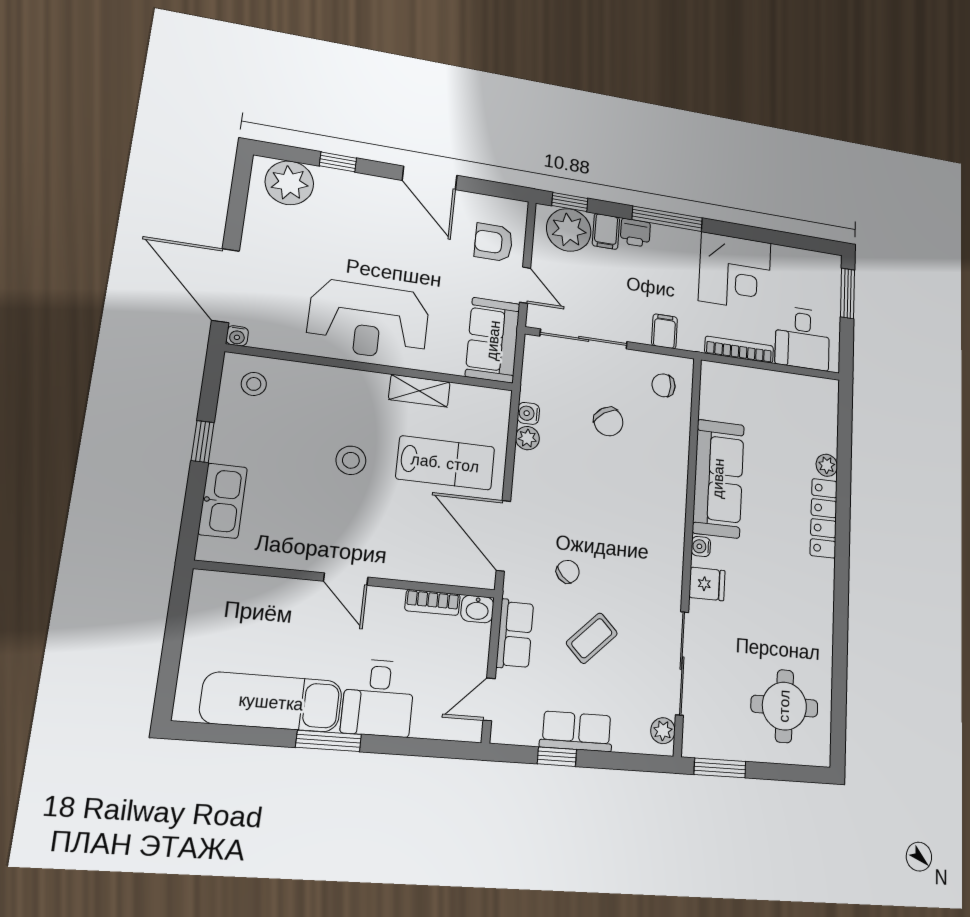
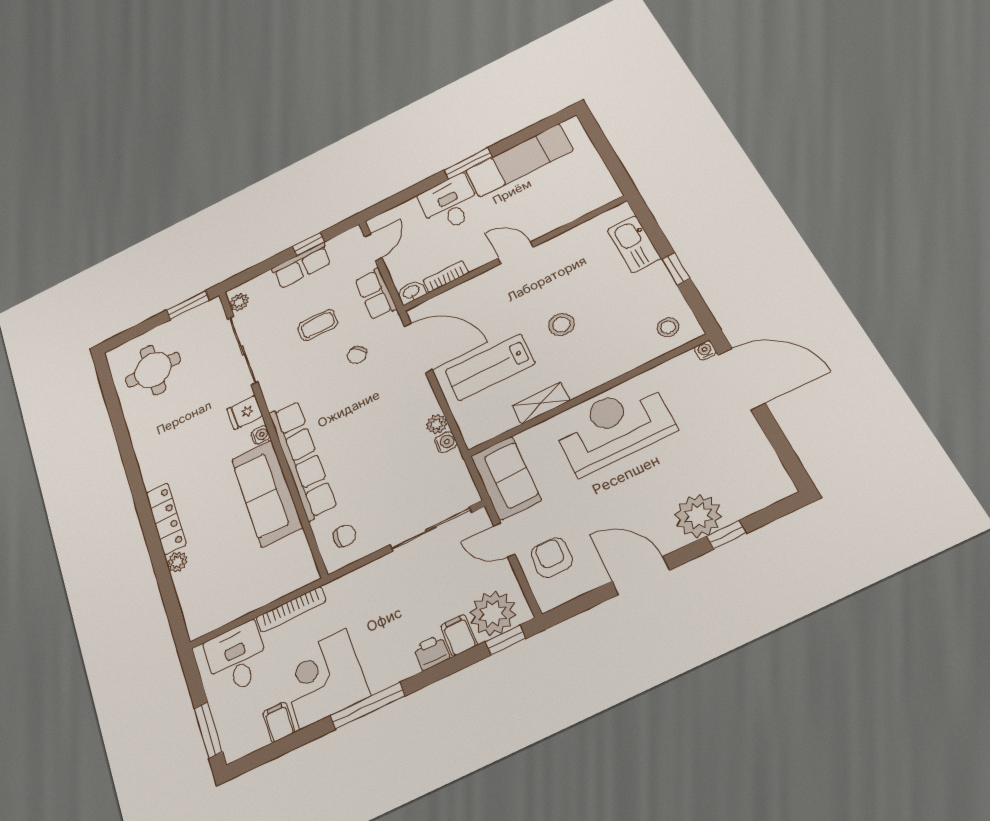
plant: (289, 183) -> (698, 516), moved
window: (667, 219) -> (368, 706), moved
armchair: (494, 242) -> (552, 557), turned -90
filing cabinet: (665, 331) -> (279, 722), moved, turned 180
chair: (608, 422) -> (378, 478), removed
row of seats: (671, 491) -> (302, 459), added
coffee table: (592, 638) -> (318, 325), turned 45

